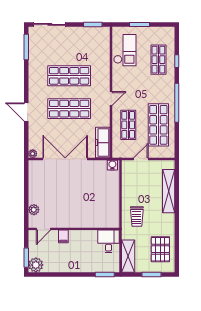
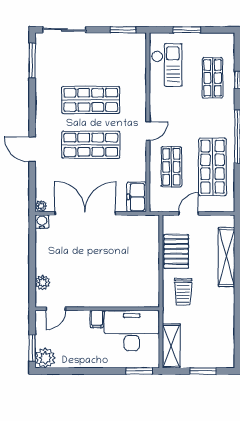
freezer: (103, 143) -> (137, 197), width x0.71
water cooler: (112, 165) -> (42, 222), moved
filing cabinet: (63, 236) -> (97, 319), moved
desk: (108, 241) -> (132, 331), width x1.87, depth x1.30
pallet: (160, 249) -> (176, 251), moved

